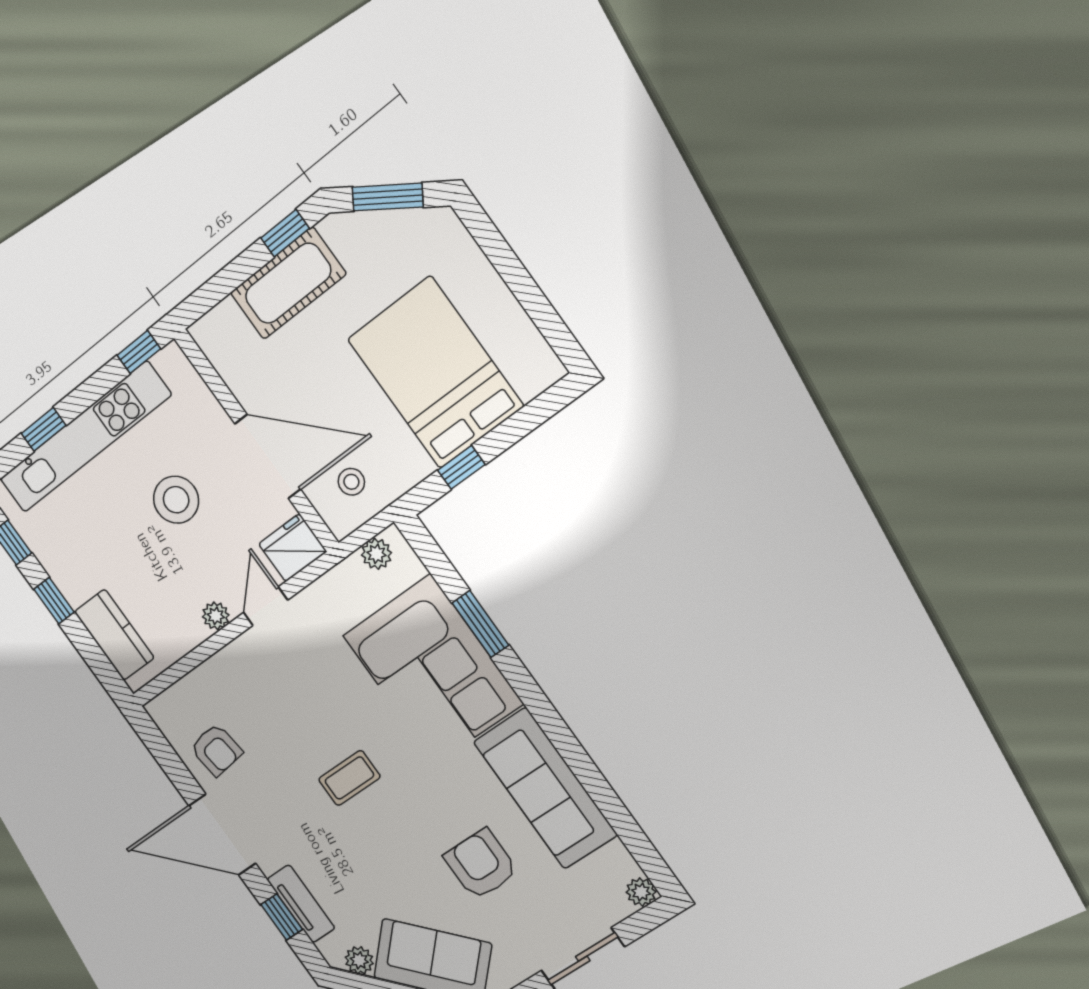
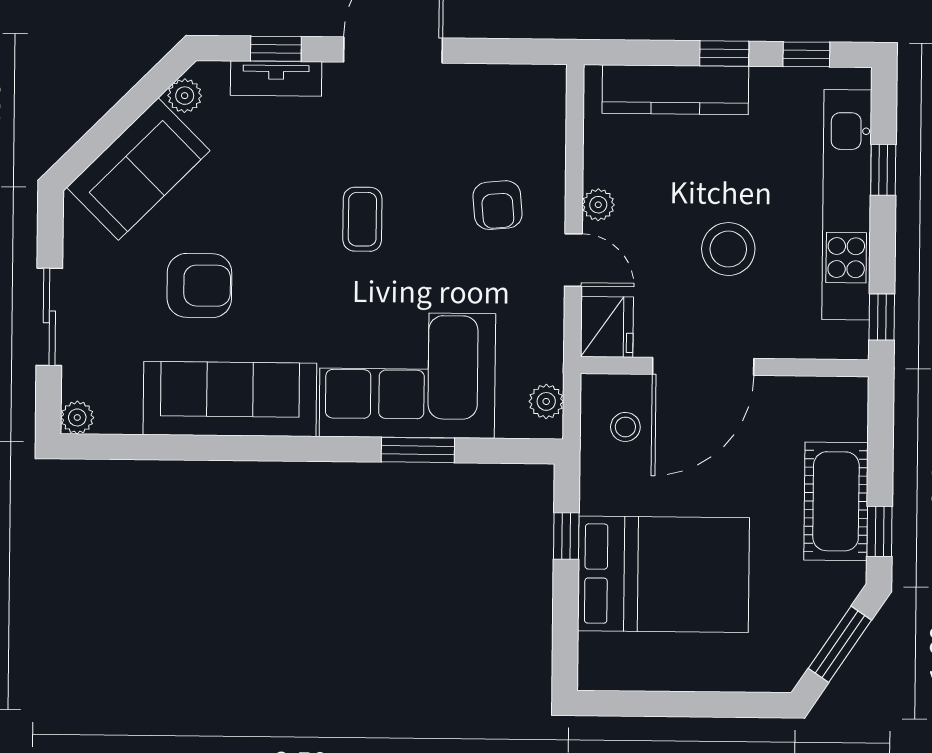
kitchen counter: (114, 635) -> (675, 90), width x1.50
armchair: (216, 750) -> (498, 205), moved, turned -88

